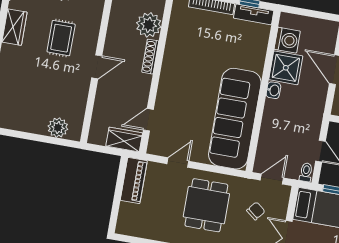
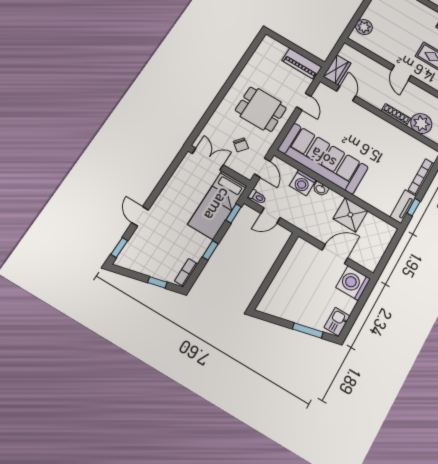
washing machine: (287, 40) -> (303, 183), moved
washbasin: (273, 90) -> (321, 189), moved

